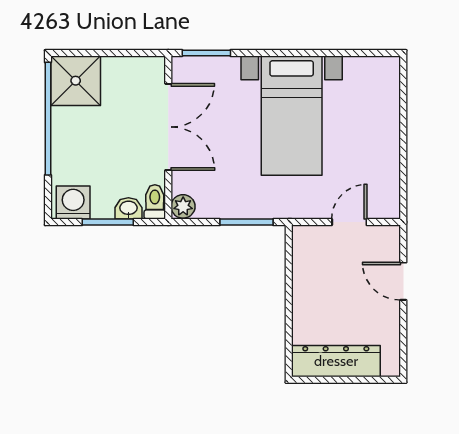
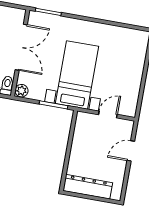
bed with nightstands: (292, 116) -> (77, 75), moved, turned 180
door: (403, 281) -> (131, 151), hinge flipped

